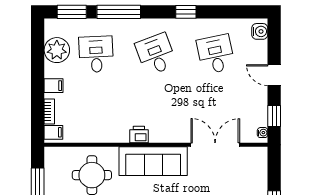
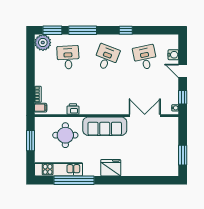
water cooler: (260, 31) -> (173, 55), moved
plant: (57, 50) -> (43, 43), moved
desk: (156, 54) -> (107, 57), turned 42
filing cabinet: (54, 86) -> (41, 78), removed
printer: (139, 135) -> (73, 109), moved

